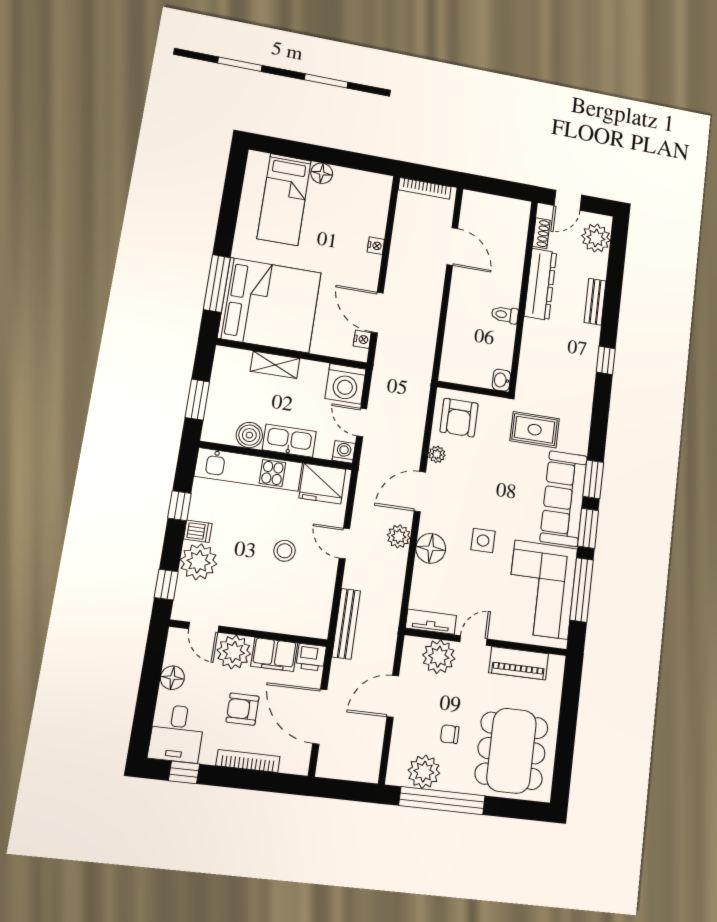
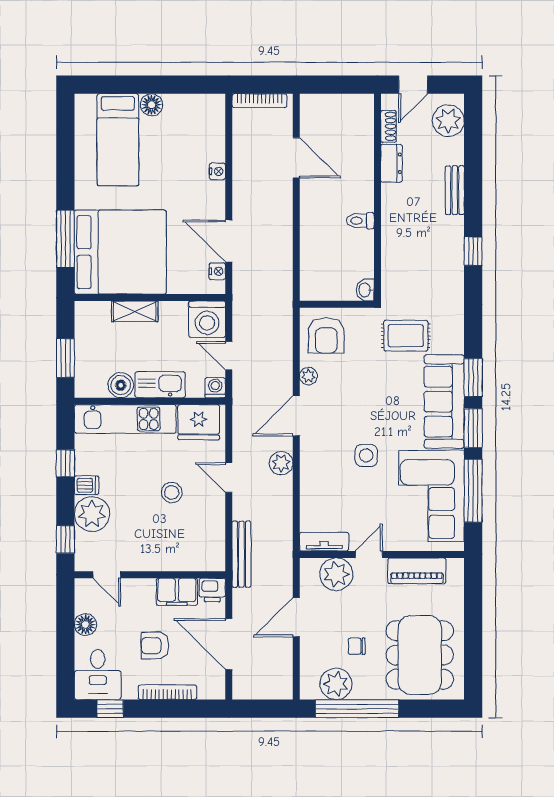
dresser: (540, 284) -> (391, 163), width x0.51, depth x0.80
floor lamp: (431, 548) -> (315, 470), removed
plant: (234, 652) -> (138, 594), removed

